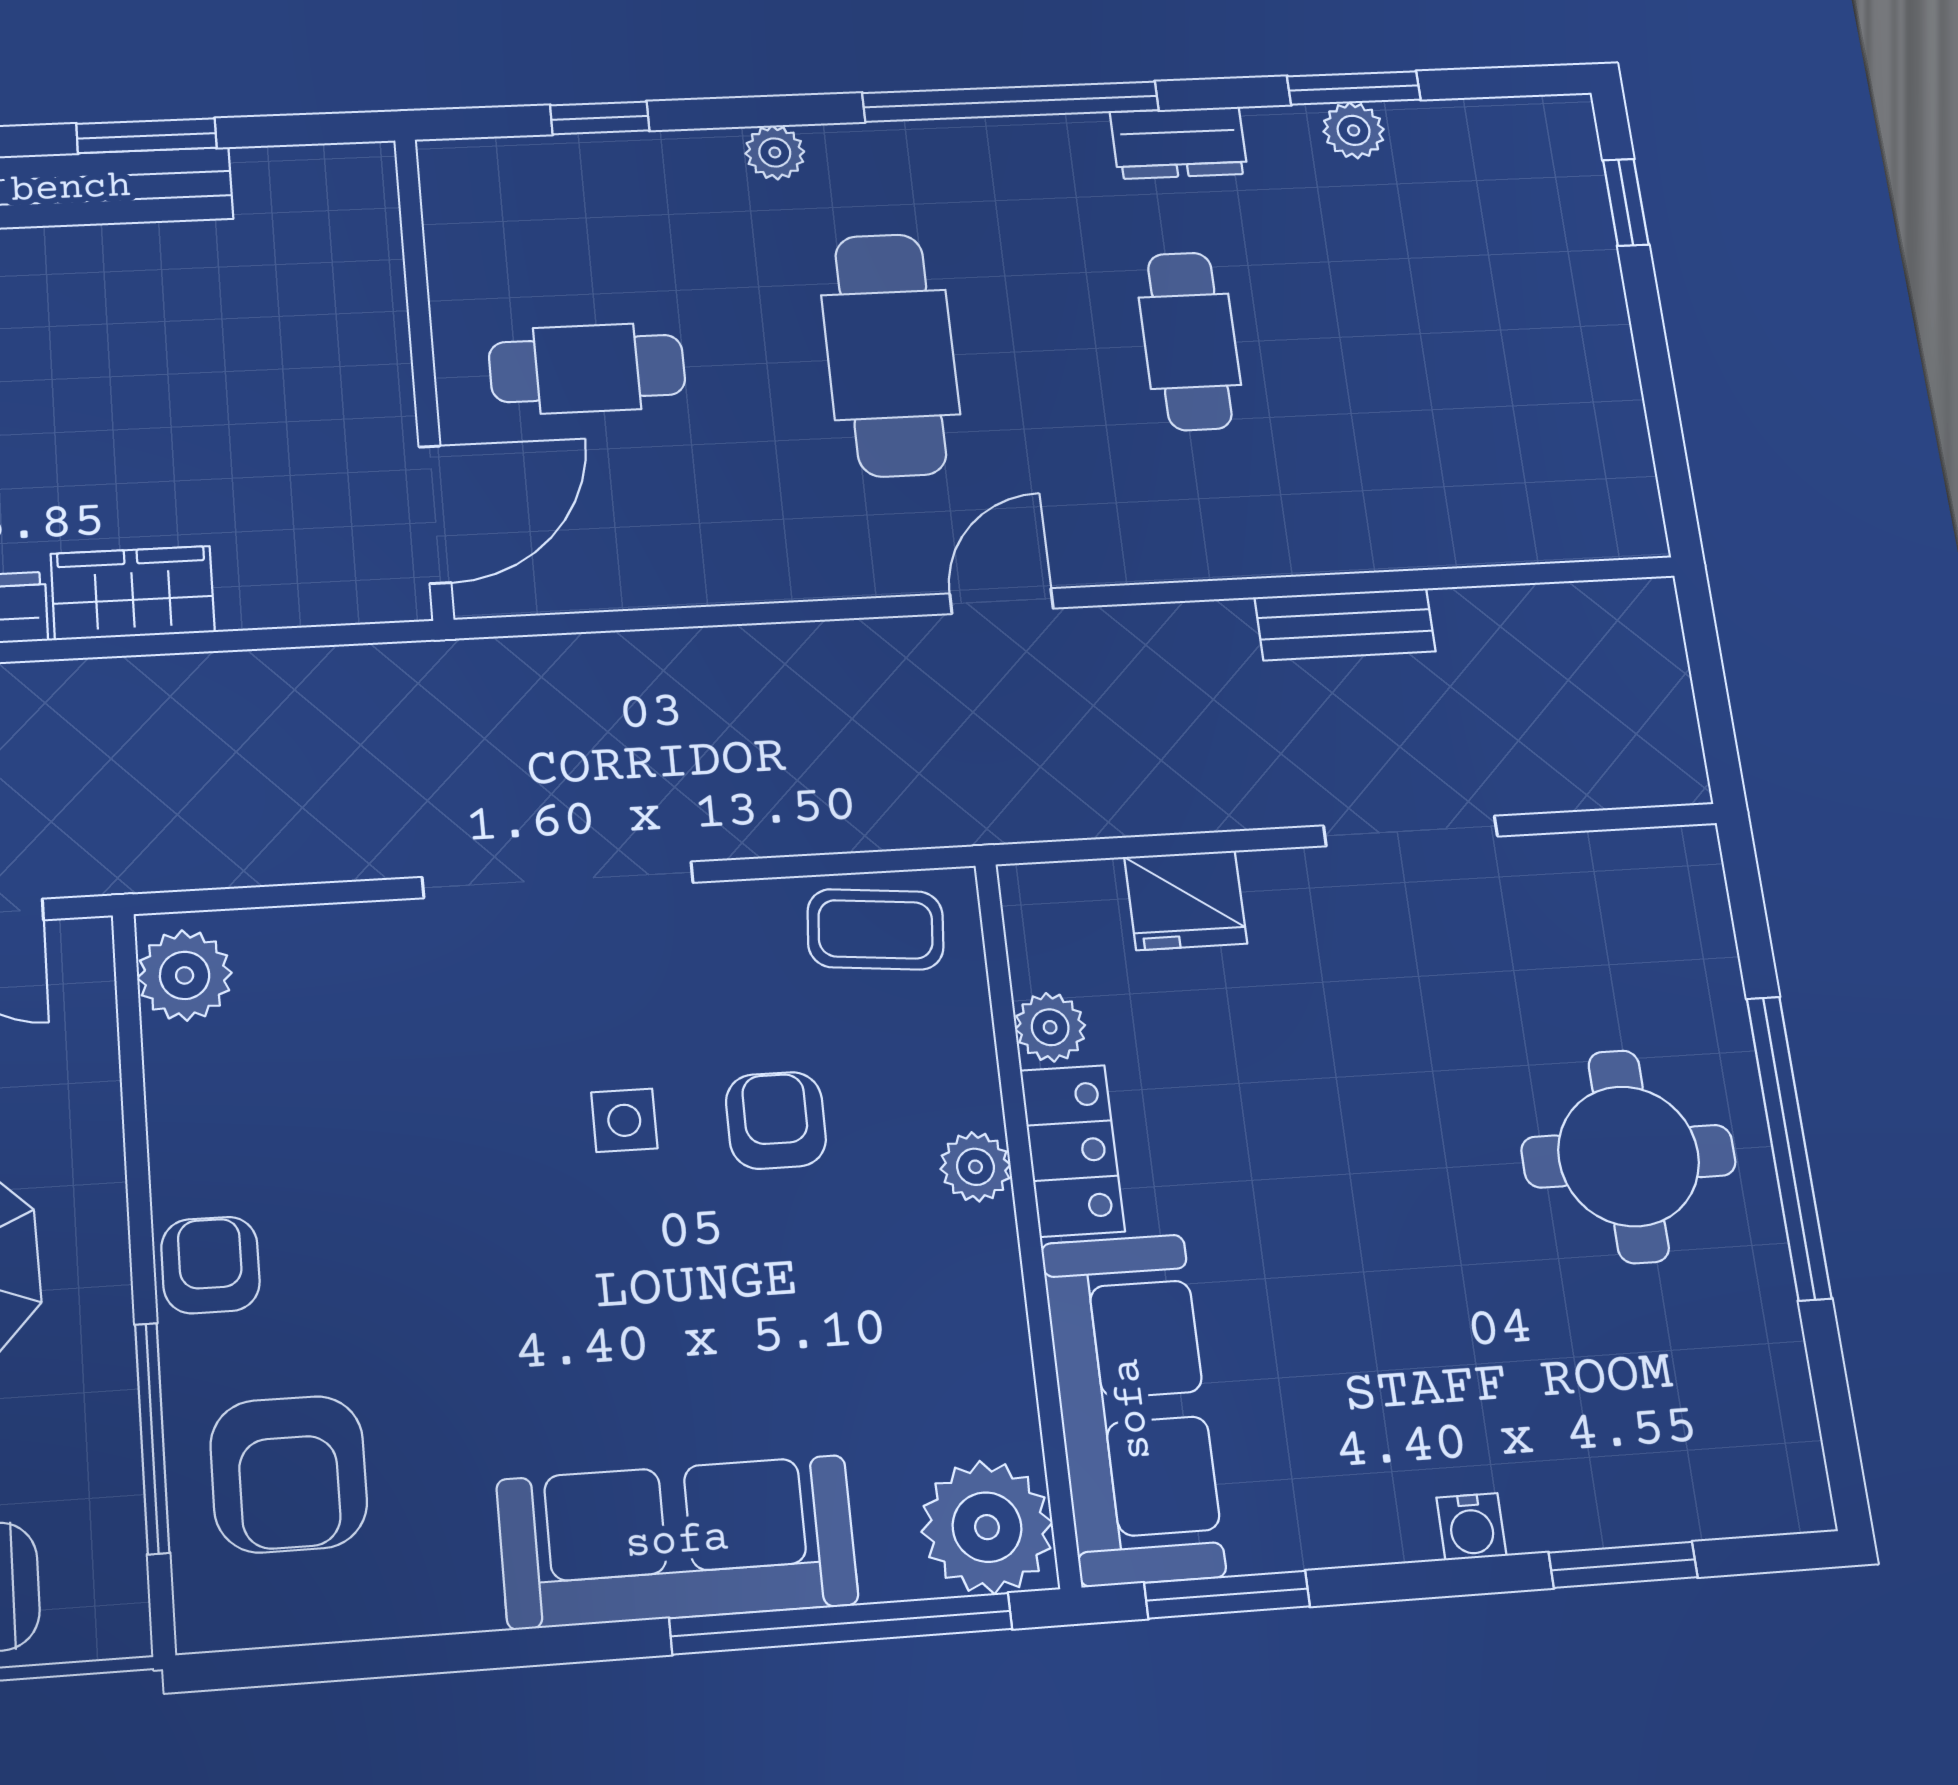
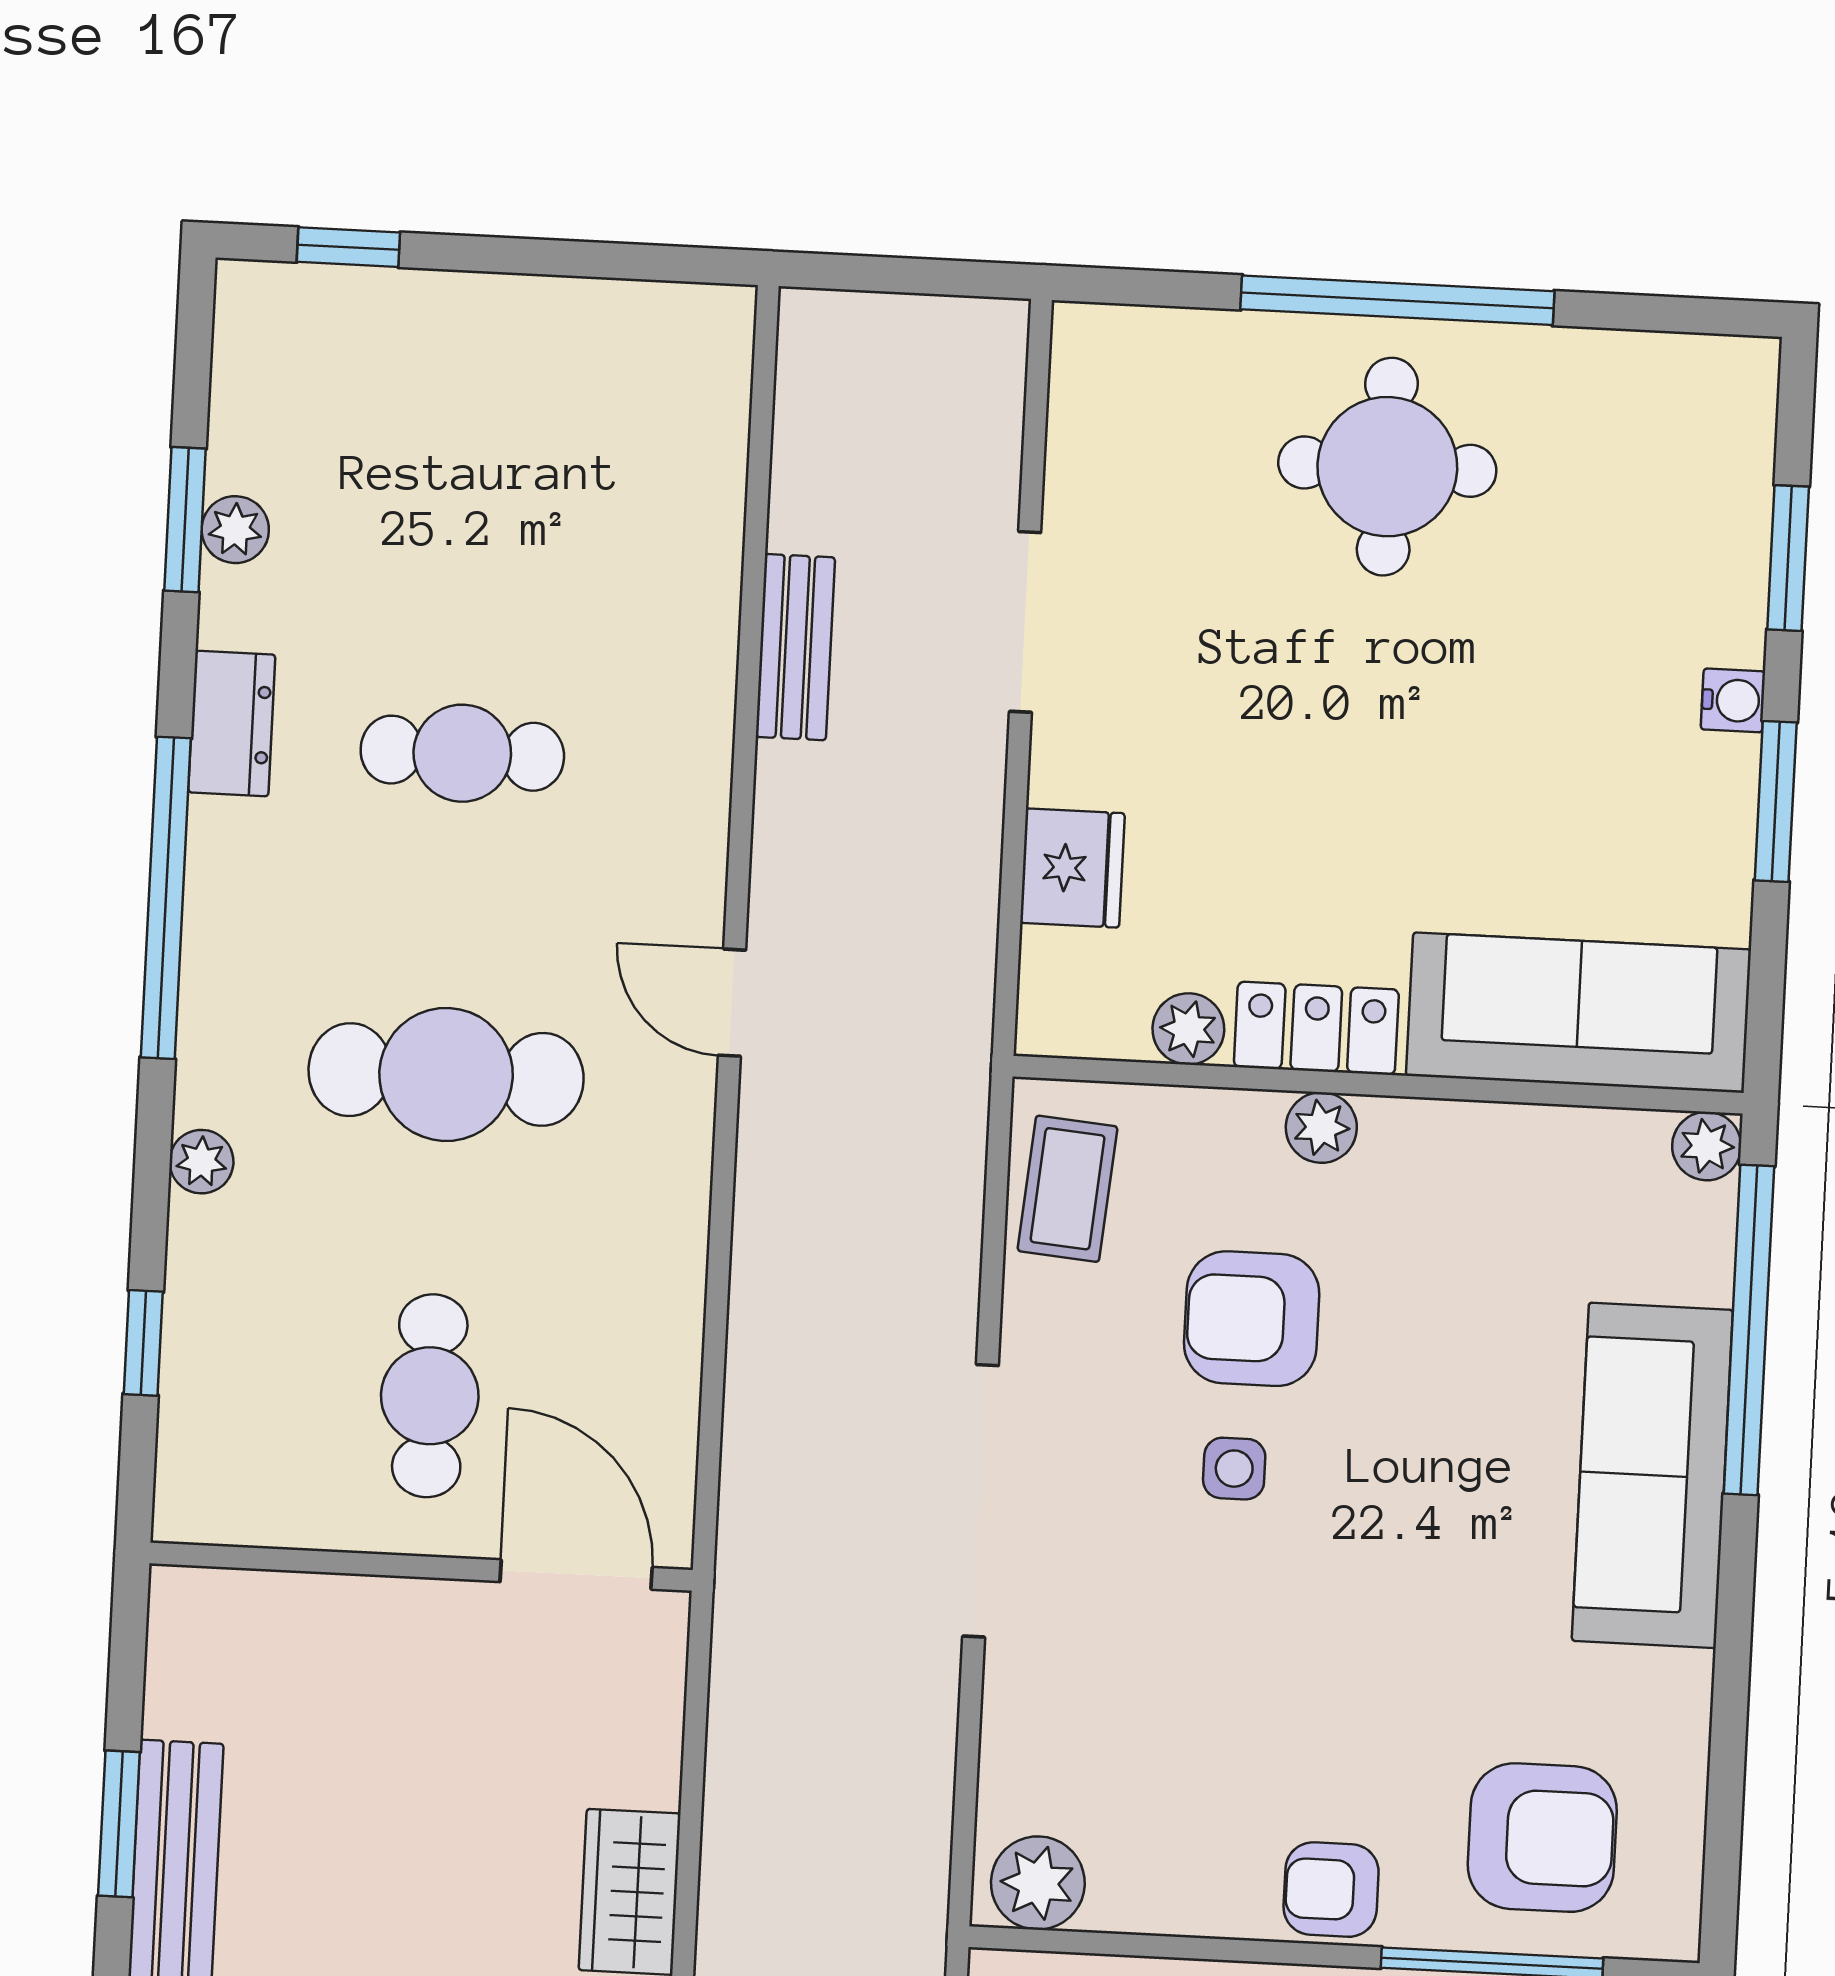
armchair: (776, 1120) -> (1252, 1319), width x1.38, depth x1.38
plant: (987, 1527) -> (1707, 1146), width x0.53, depth x0.53
window: (1227, 1595) -> (1776, 801), moved

